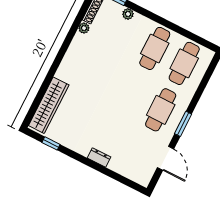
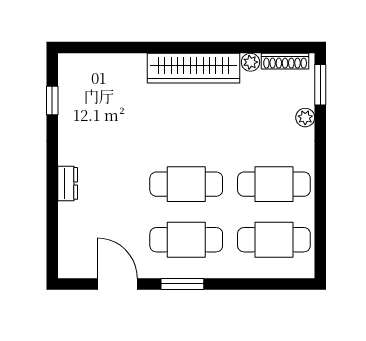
cafe table: (131, 95) -> (186, 184), added
wardrobe: (49, 105) -> (193, 68), moved
door: (166, 158) -> (117, 284), swing flipped

